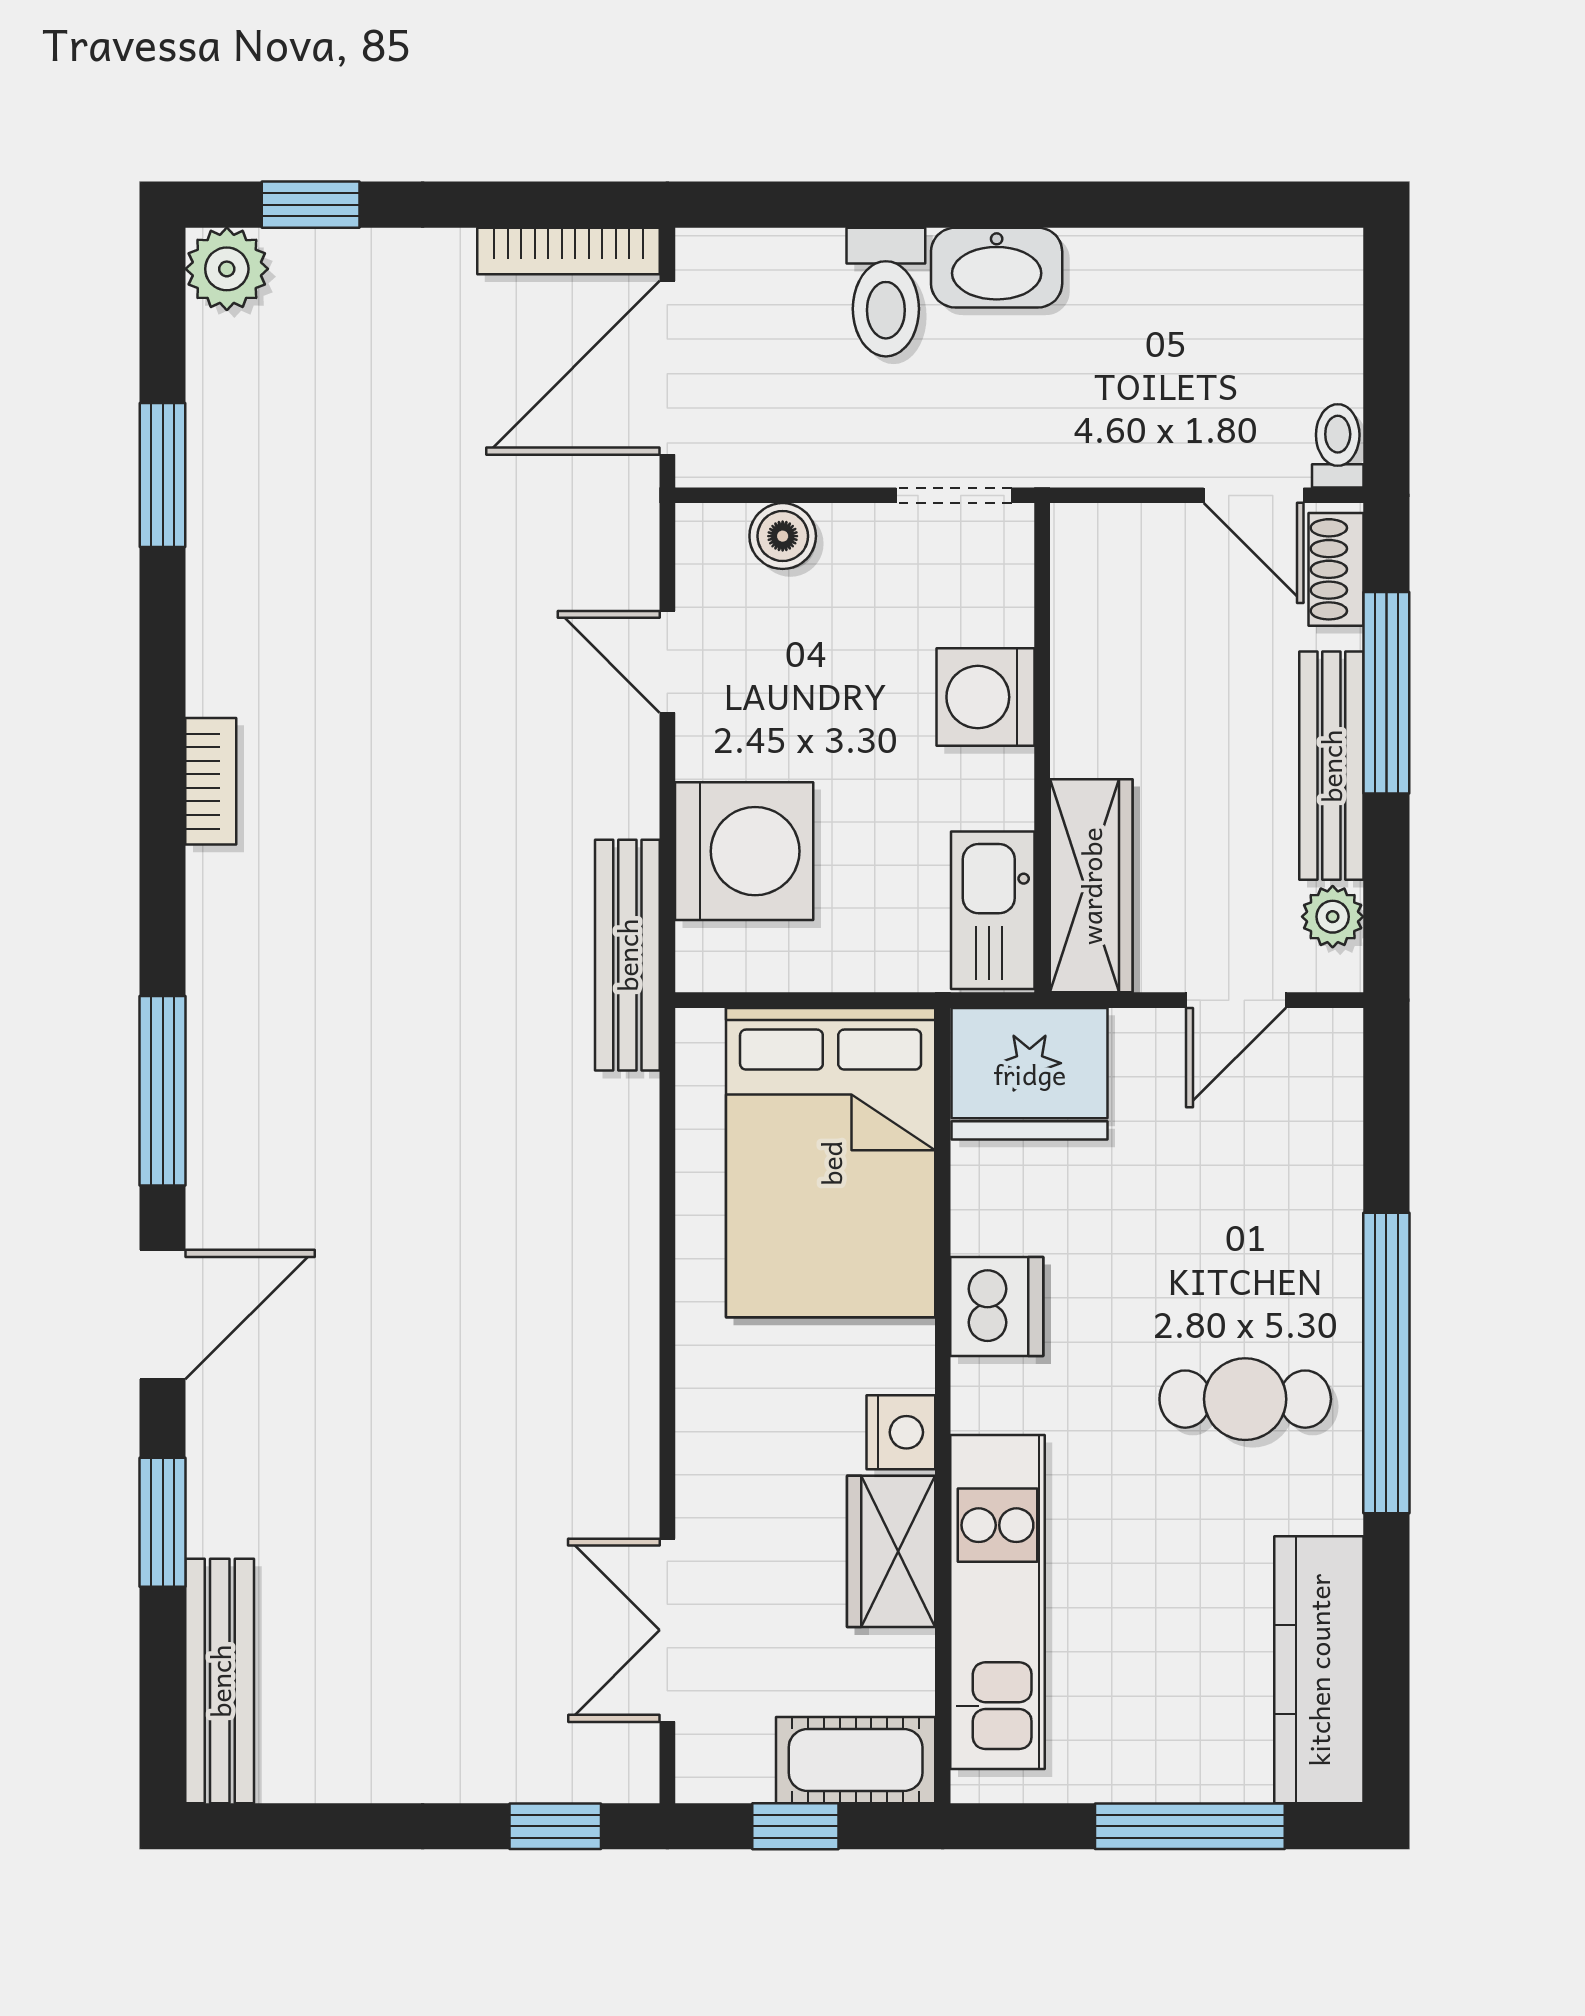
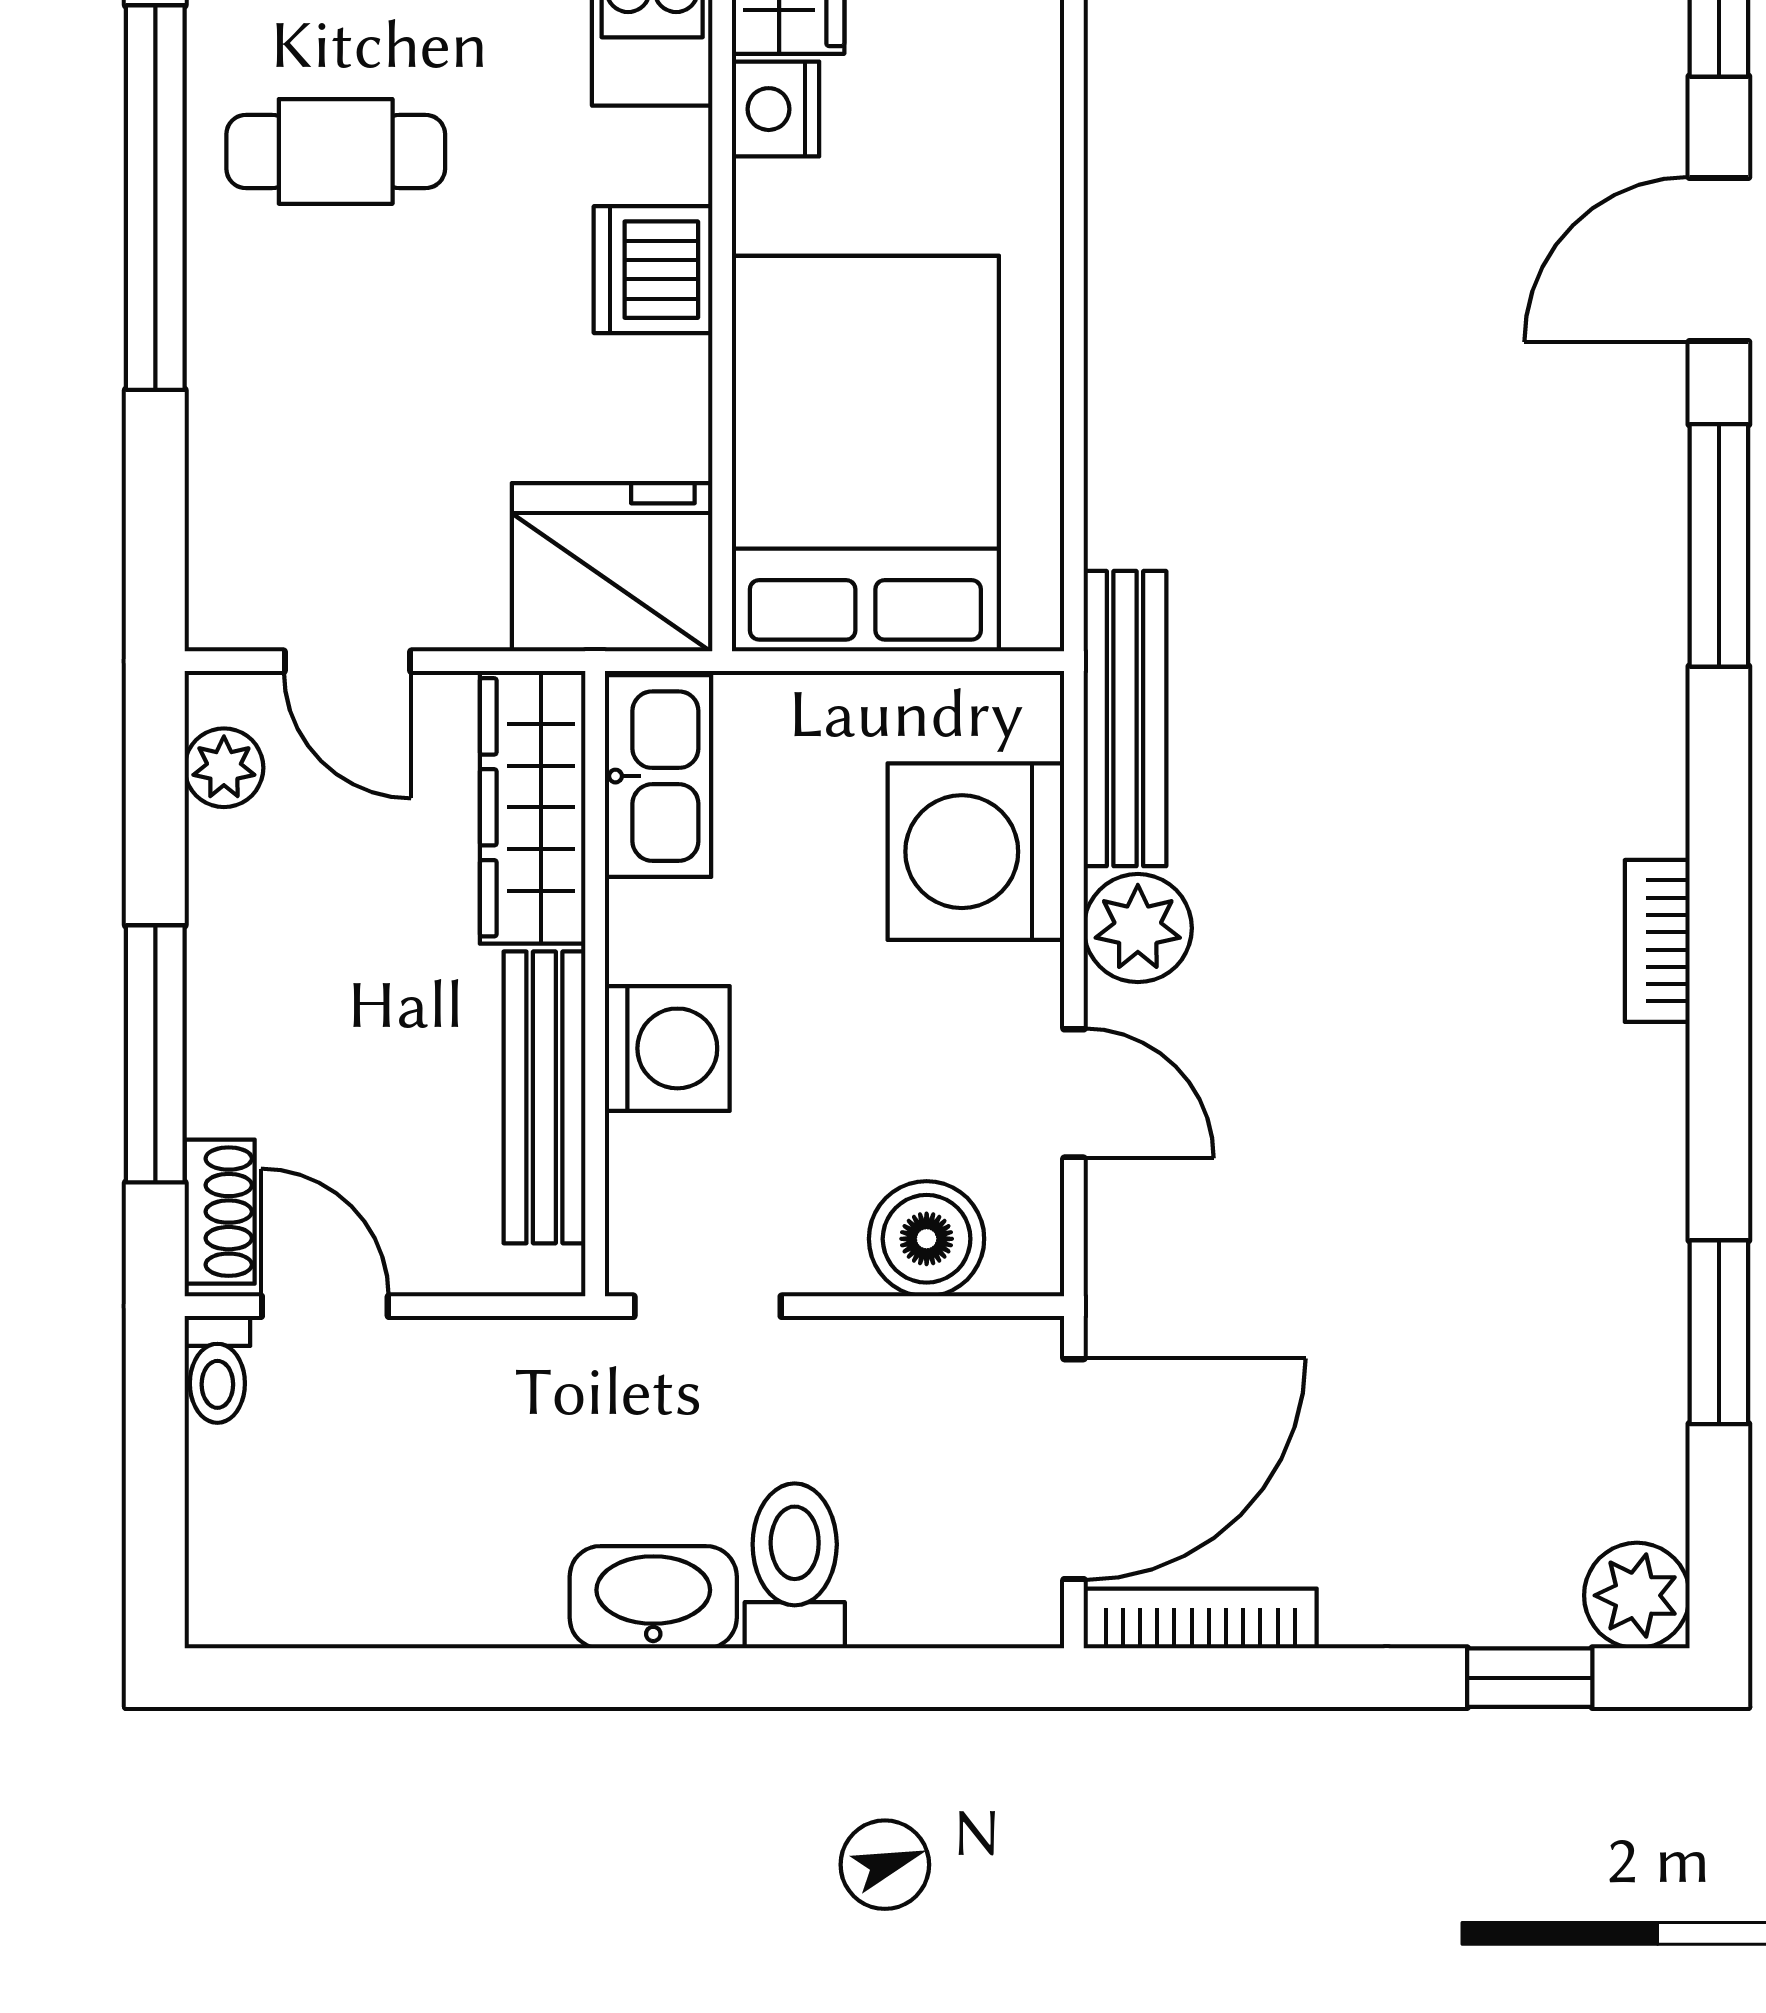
boiler: (783, 536) -> (927, 1239), width x1.36, depth x1.36
bench: (1331, 766) -> (544, 1097), moved
plant: (617, 791) -> (1138, 928), added
door: (1236, 1000) -> (347, 661), swing flipped

